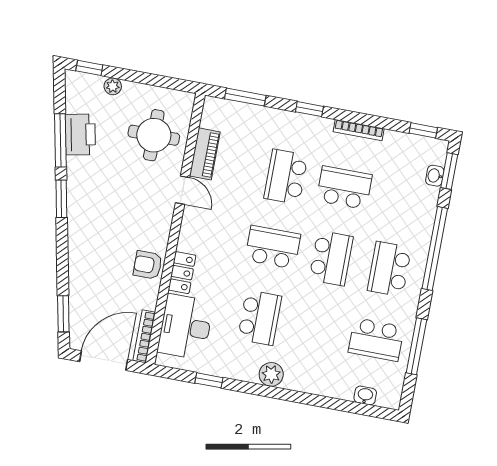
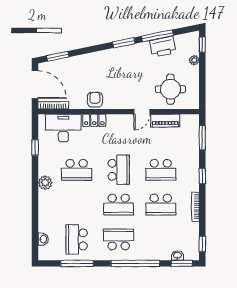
school desk: (286, 177) -> (161, 170), turned 180
school desk: (344, 188) -> (161, 205), turned 90

